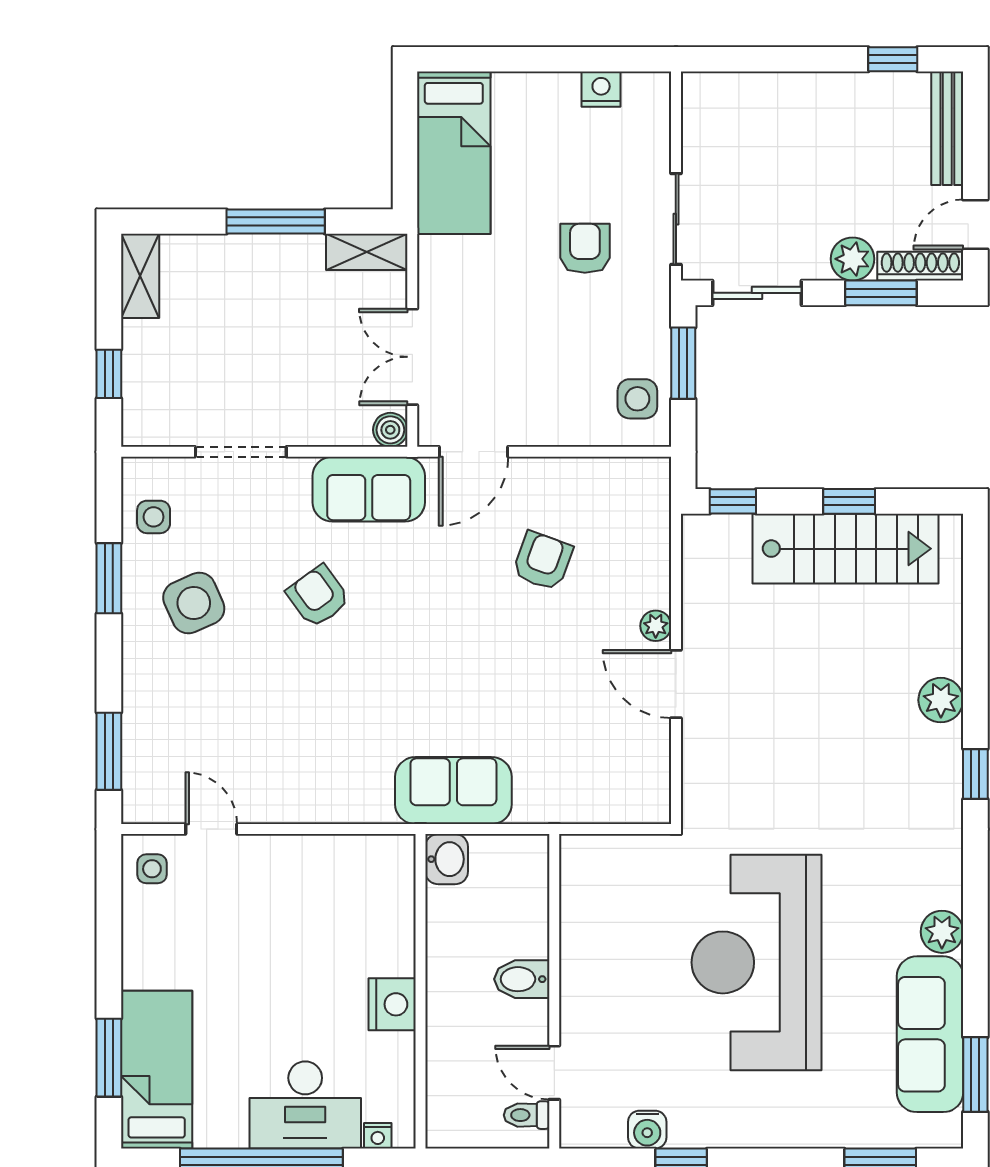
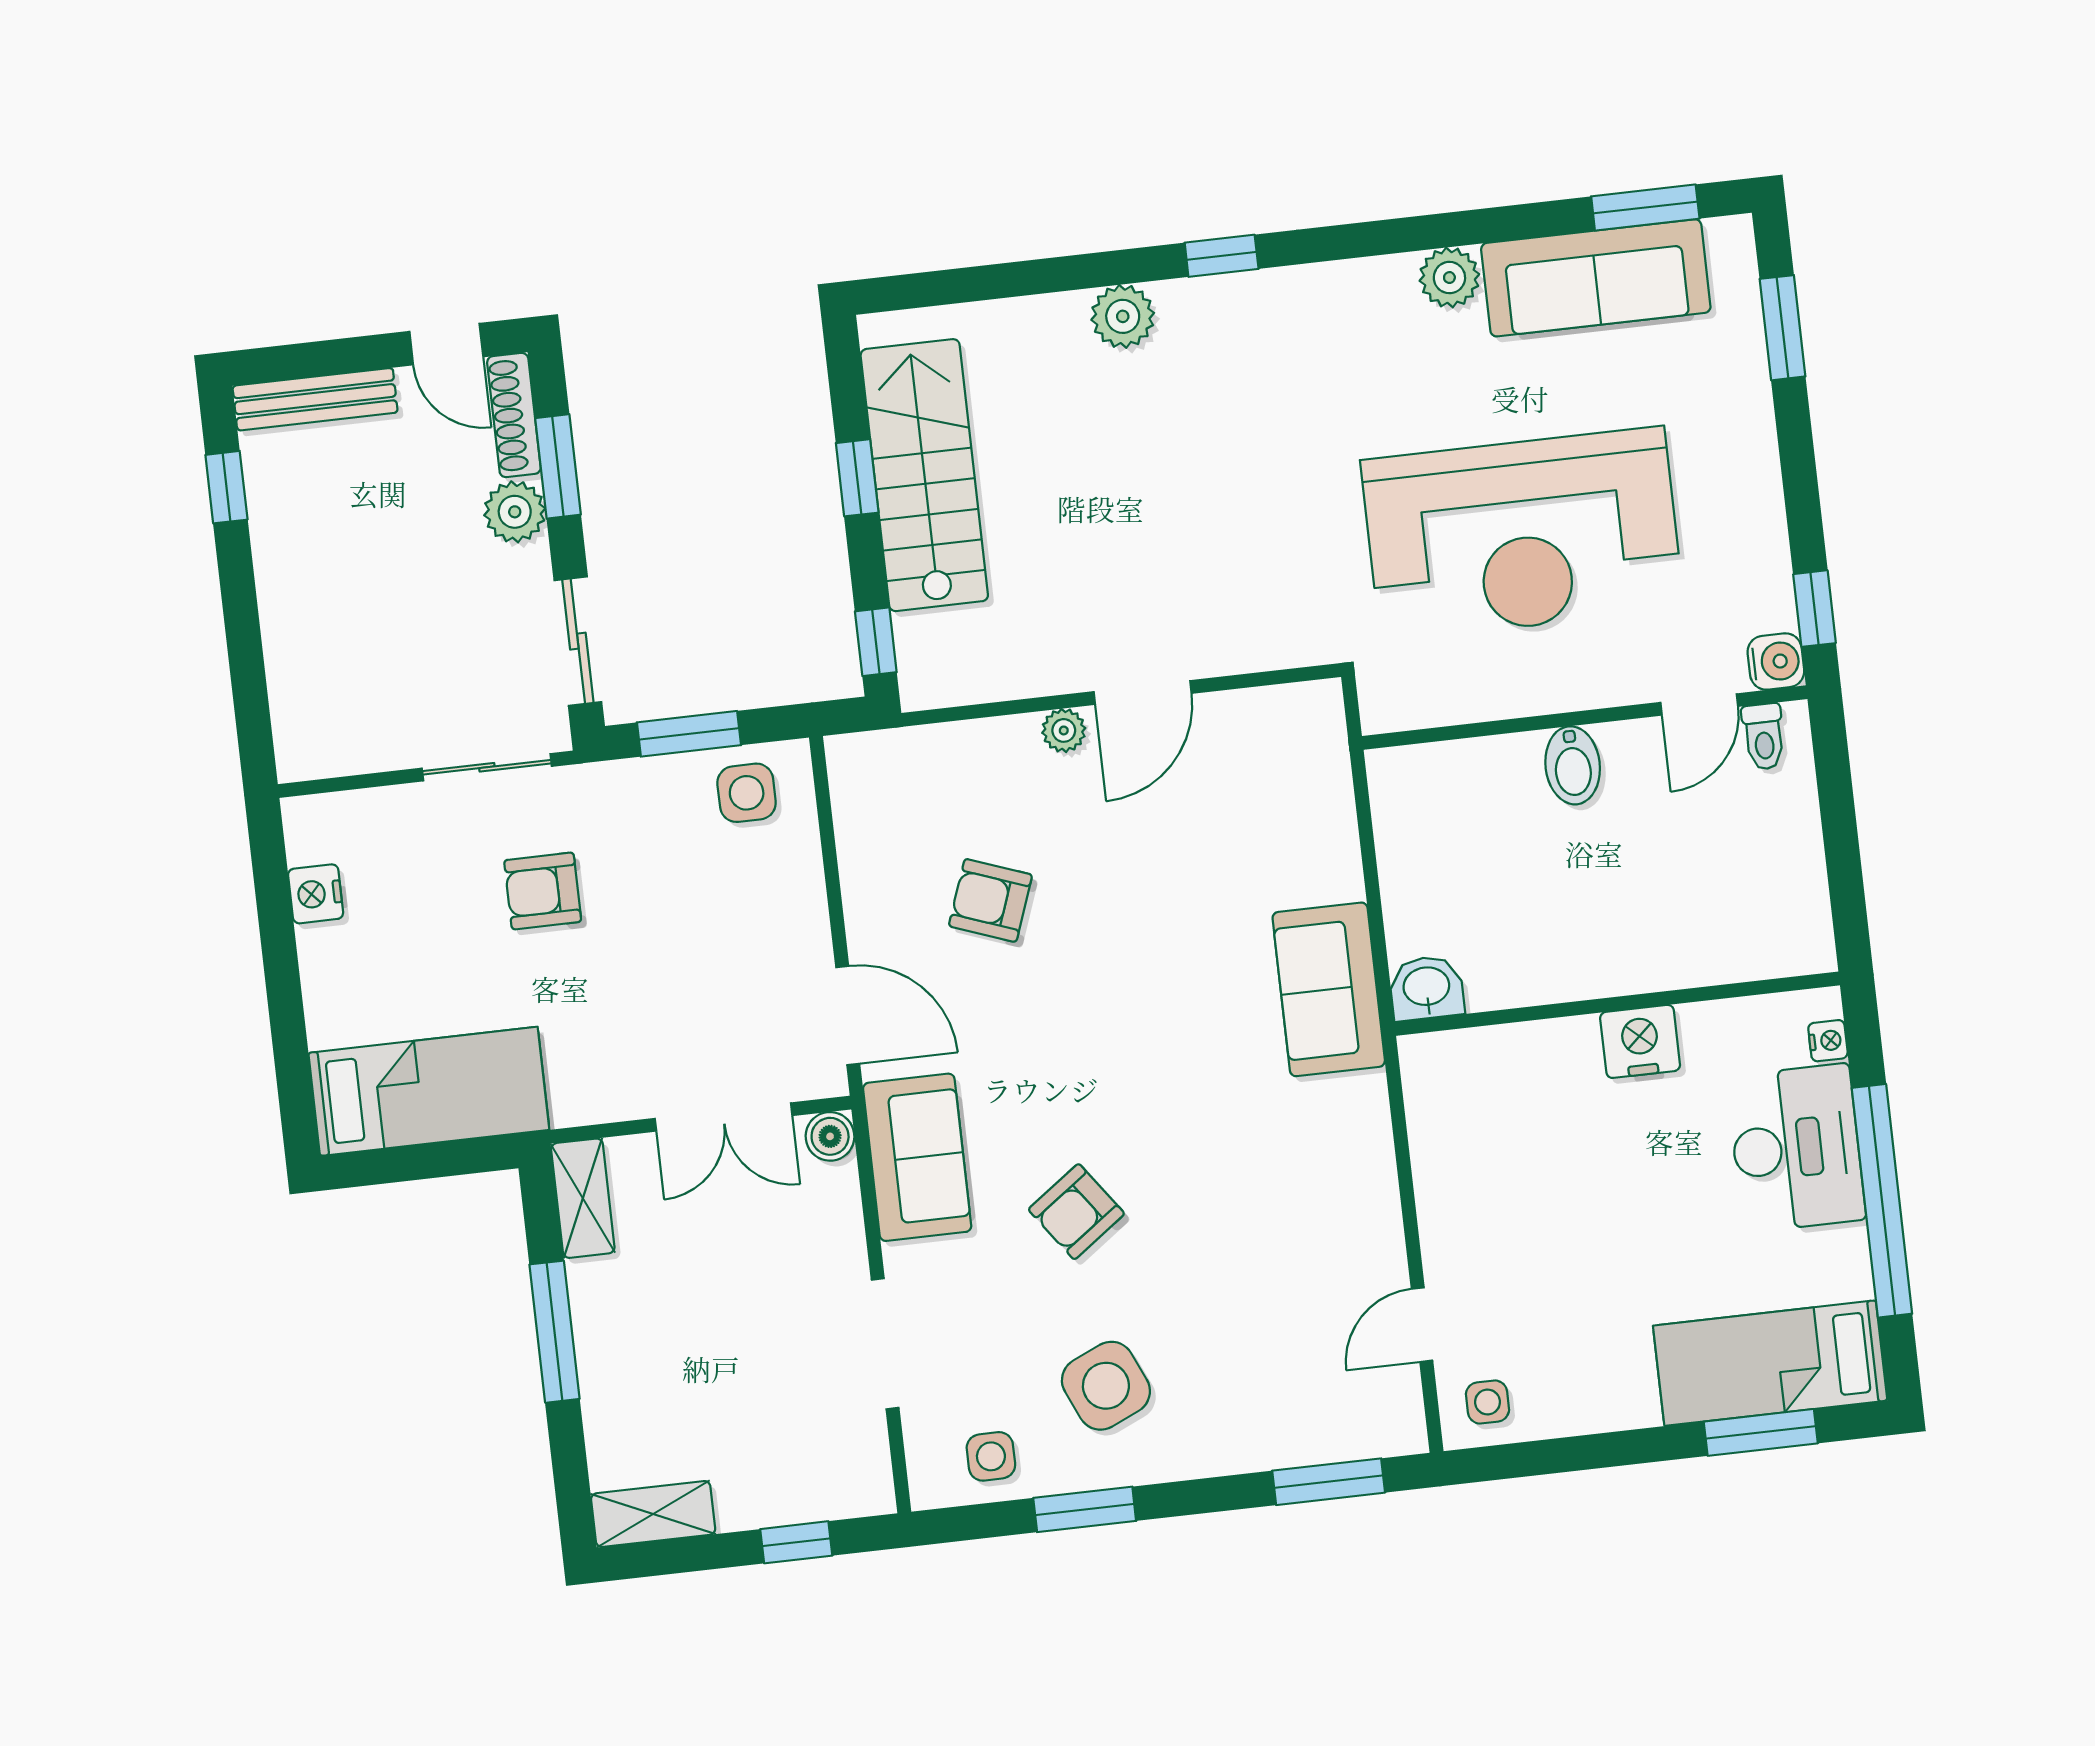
bidet: (522, 979) -> (1573, 765), moved
wall: (554, 991) -> (1585, 718), moved
door: (554, 1073) -> (1699, 704), moved
toilet: (527, 1115) -> (1764, 737), moved

